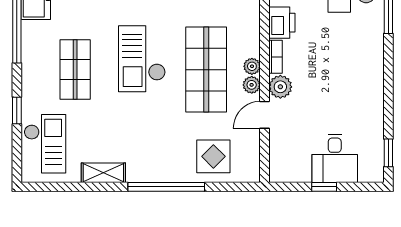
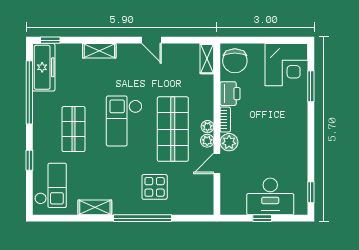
display table: (213, 156) -> (155, 187), moved
desk: (335, 158) -> (270, 196), width x1.37

